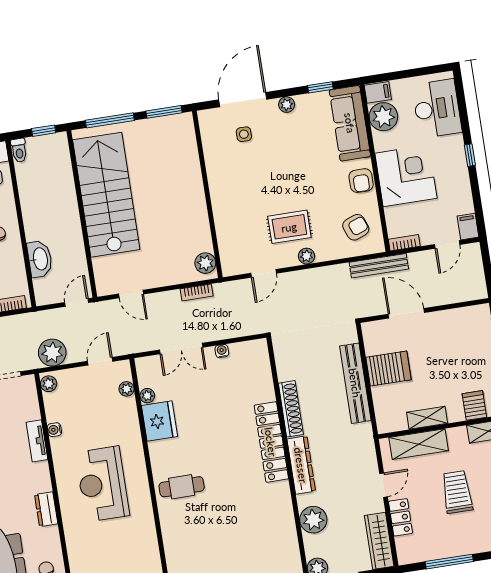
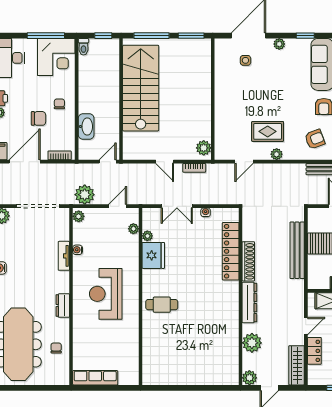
door: (131, 294) -> (165, 162), moved
locker: (271, 442) -> (231, 251), moved

